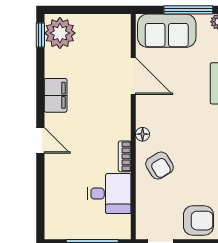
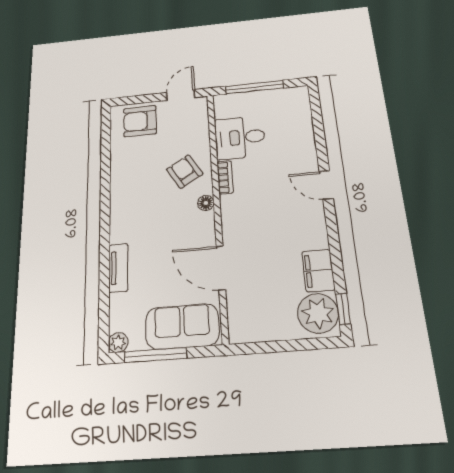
filing cabinet: (56, 95) -> (318, 271), moved

